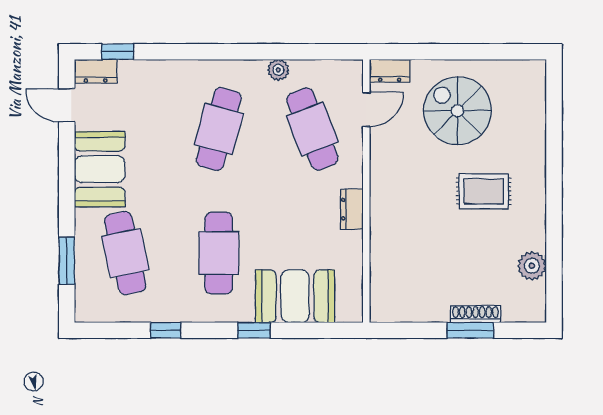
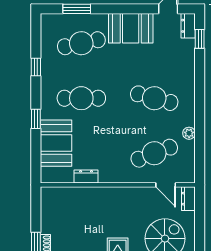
dresser: (352, 209) -> (86, 176), moved

